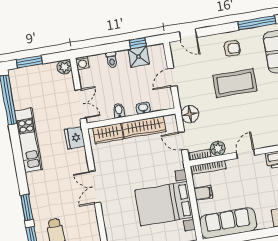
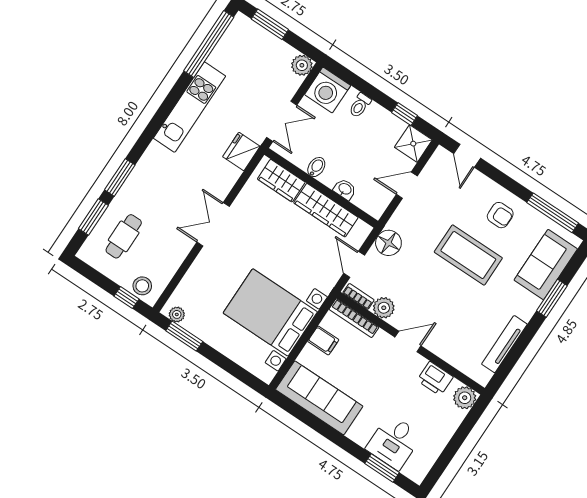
shower: (139, 57) -> (413, 144), moved
washing machine: (82, 63) -> (328, 90), width x1.89, depth x1.89

